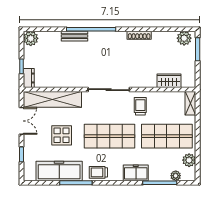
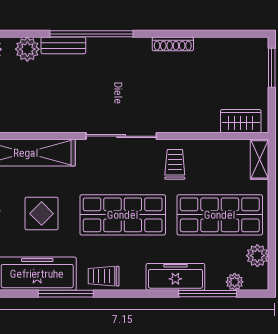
plant: (184, 38) -> (27, 49), moved
wardrobe: (169, 81) -> (241, 121), moved
freezer: (136, 173) -> (175, 277), width x1.40

